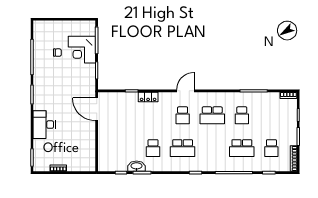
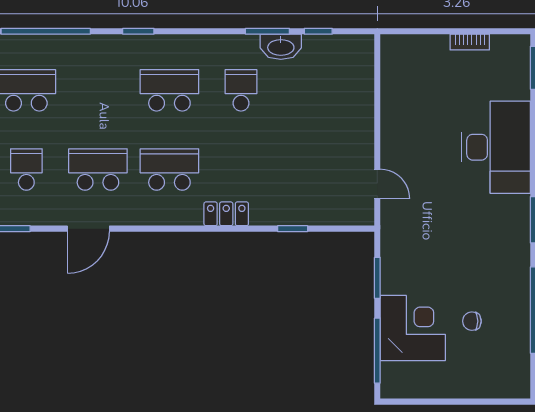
door: (185, 91) -> (88, 229), moved
locker: (148, 97) -> (226, 214), moved
door: (97, 109) -> (377, 184), width x0.53
school desk: (183, 115) -> (169, 170), width x1.85
desk: (44, 125) -> (496, 147), width x1.36, depth x1.30

